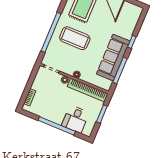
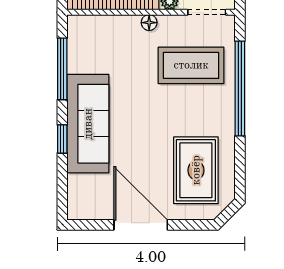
coffee table: (75, 38) -> (191, 65), moved
sofa: (113, 58) -> (88, 124), moved

